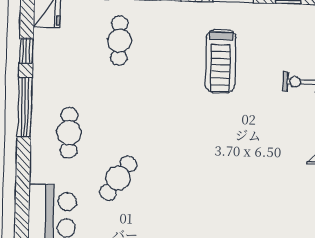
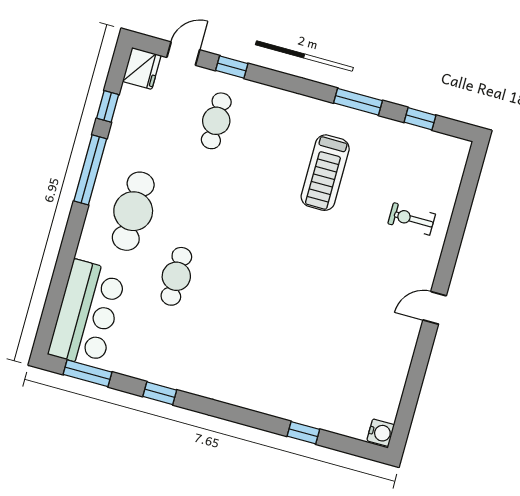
cafe table: (69, 133) -> (133, 211), width x1.37, depth x1.35
cafe table: (118, 178) -> (176, 276), turned -34

